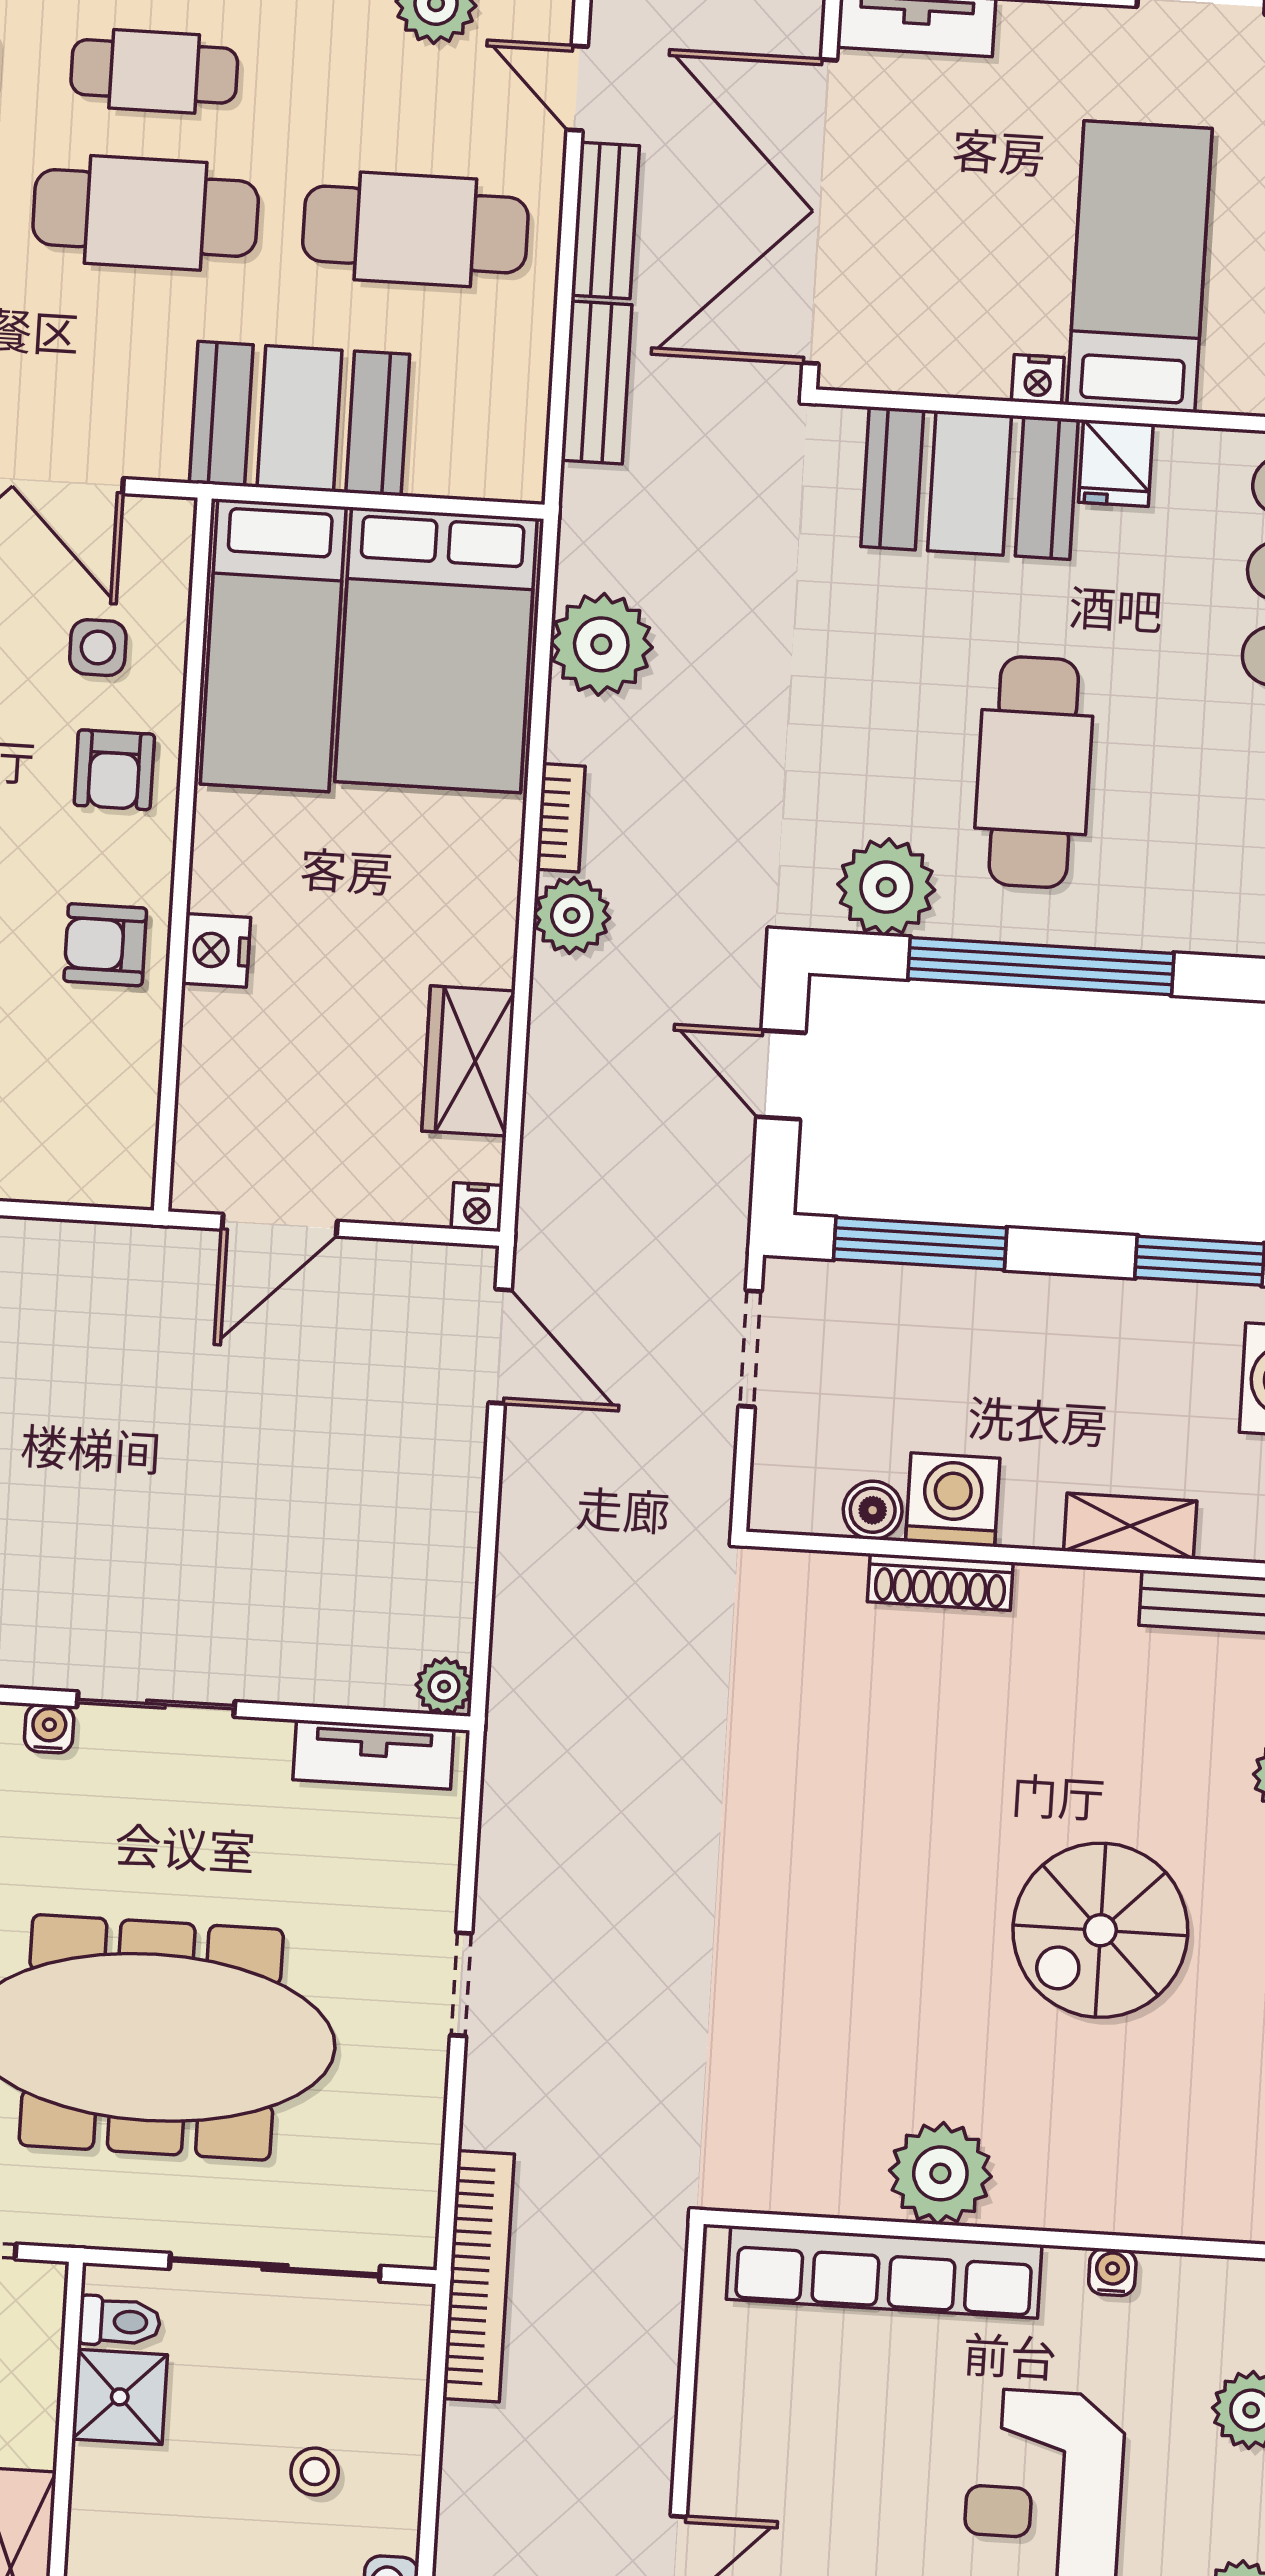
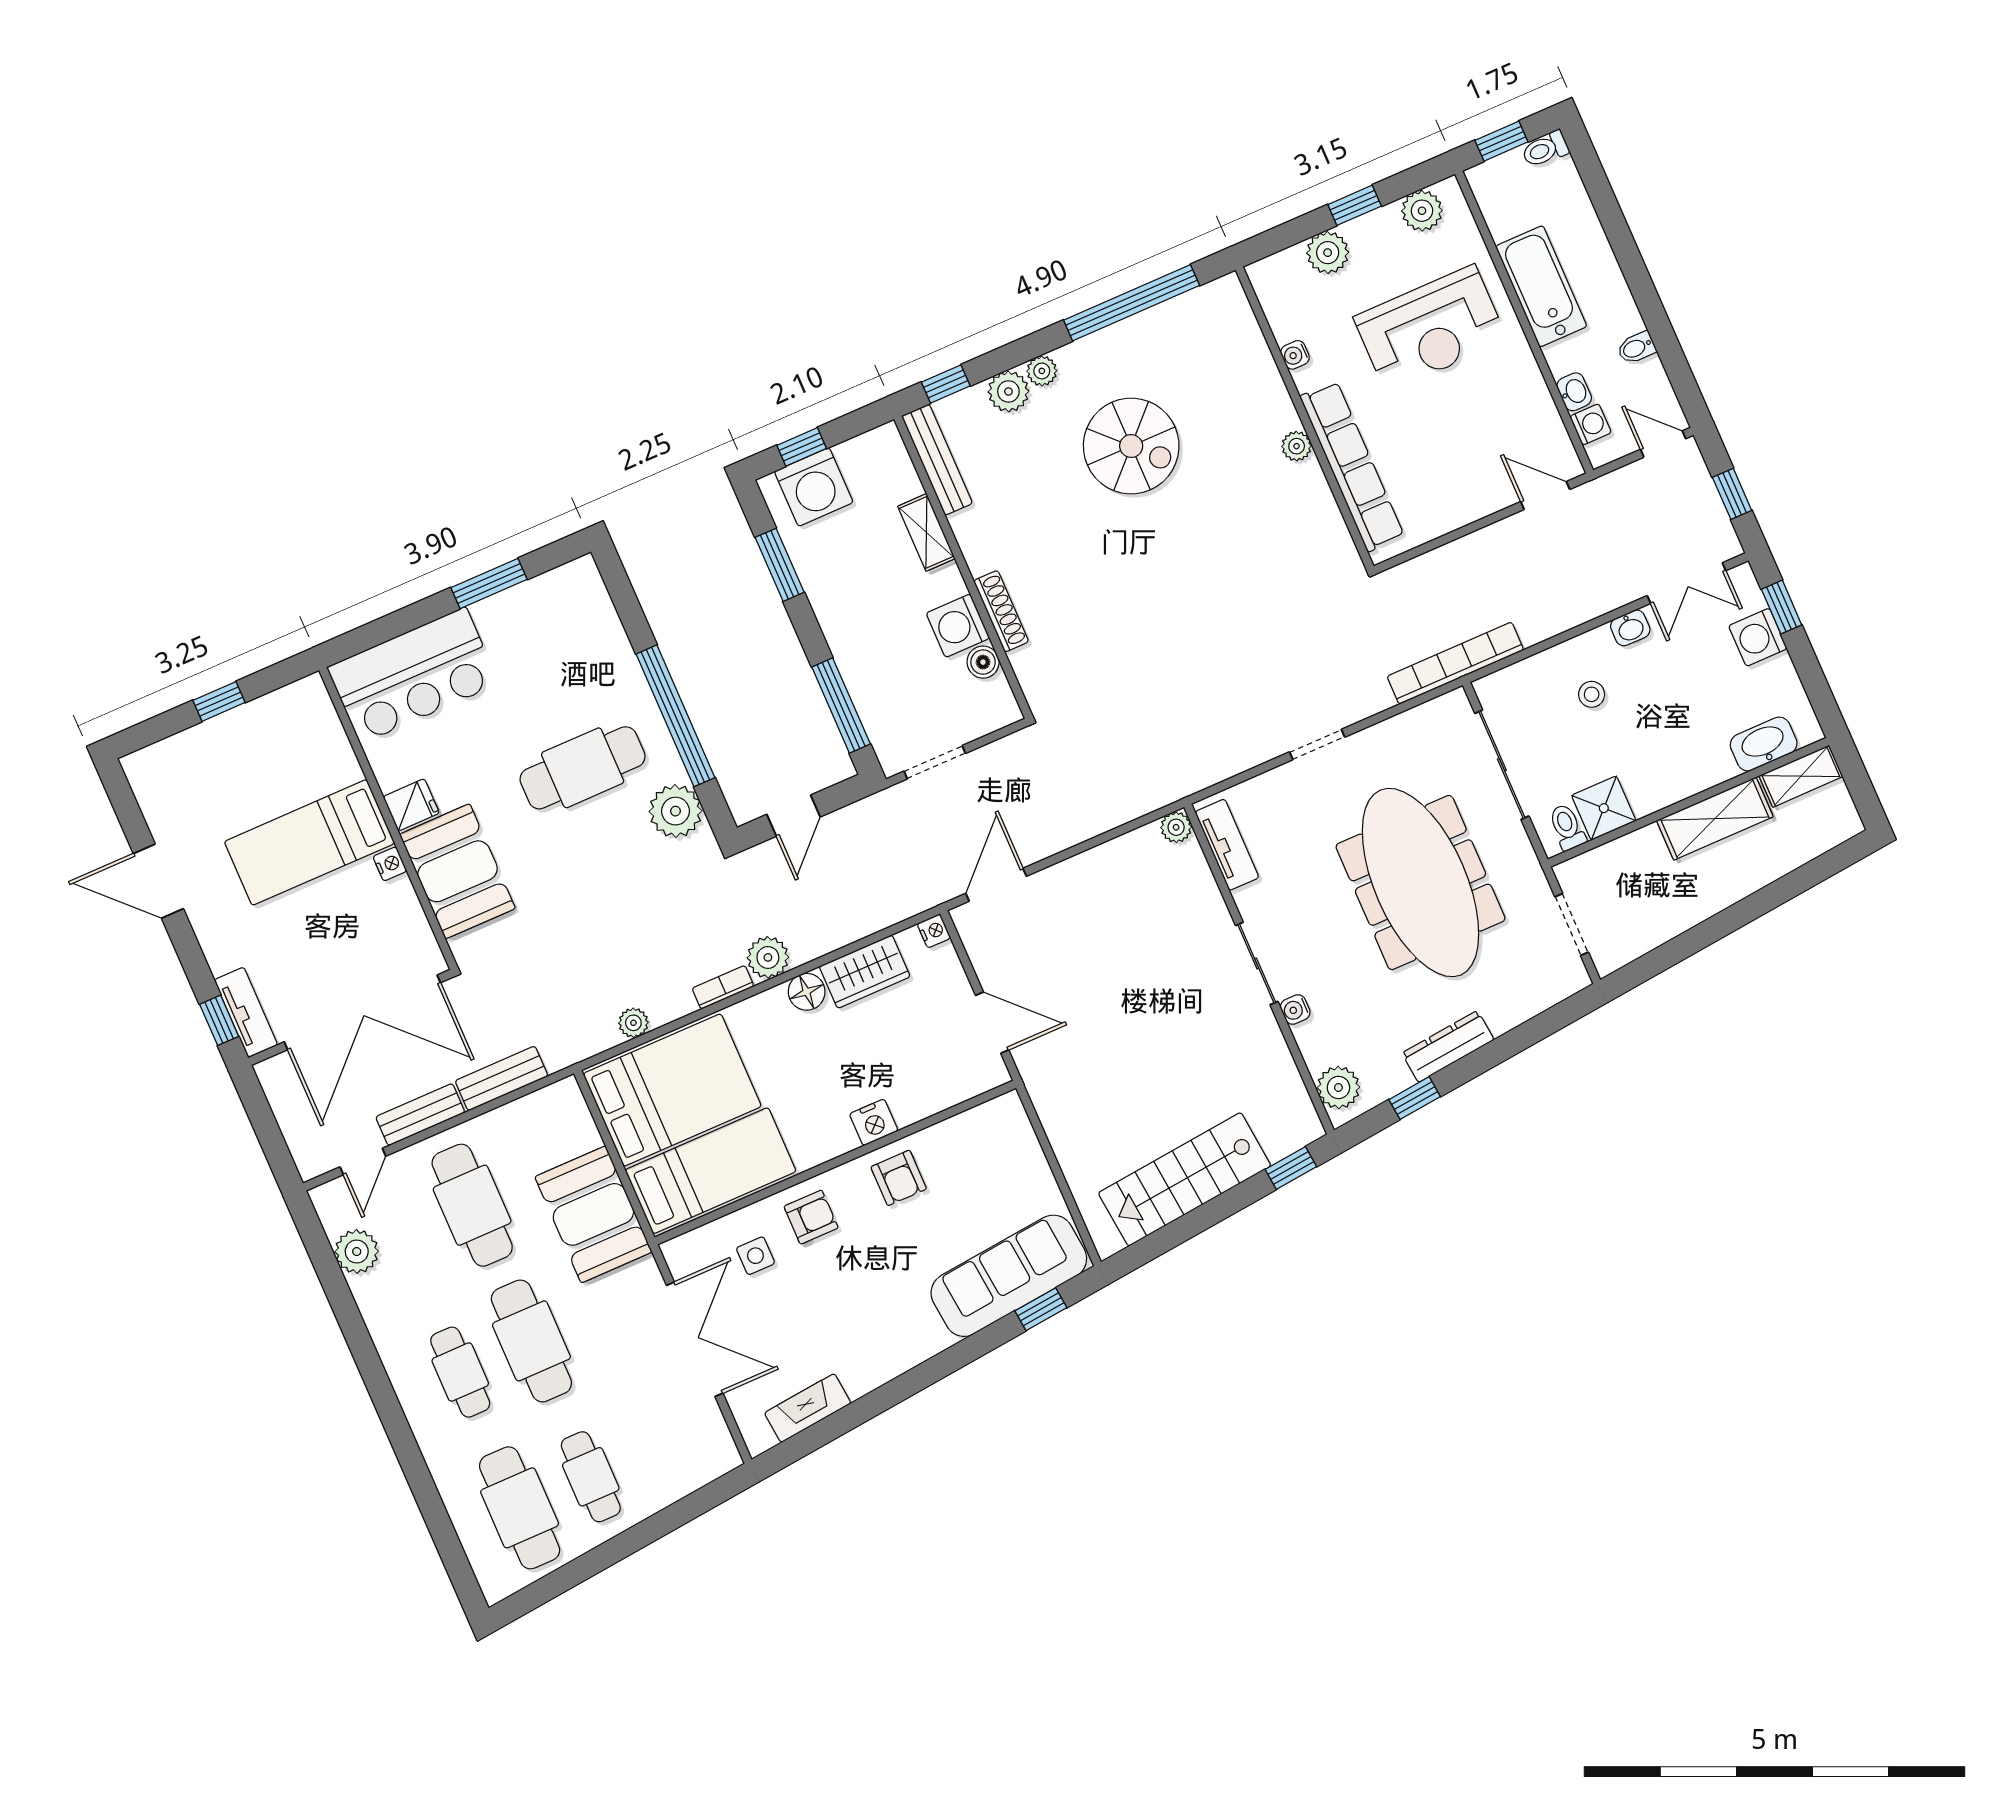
plant: (601, 644) -> (633, 1023), width x0.53, depth x0.53
floor lamp: (484, 950) -> (807, 992), added
plant: (940, 2173) -> (1297, 446), width x0.53, depth x0.53

